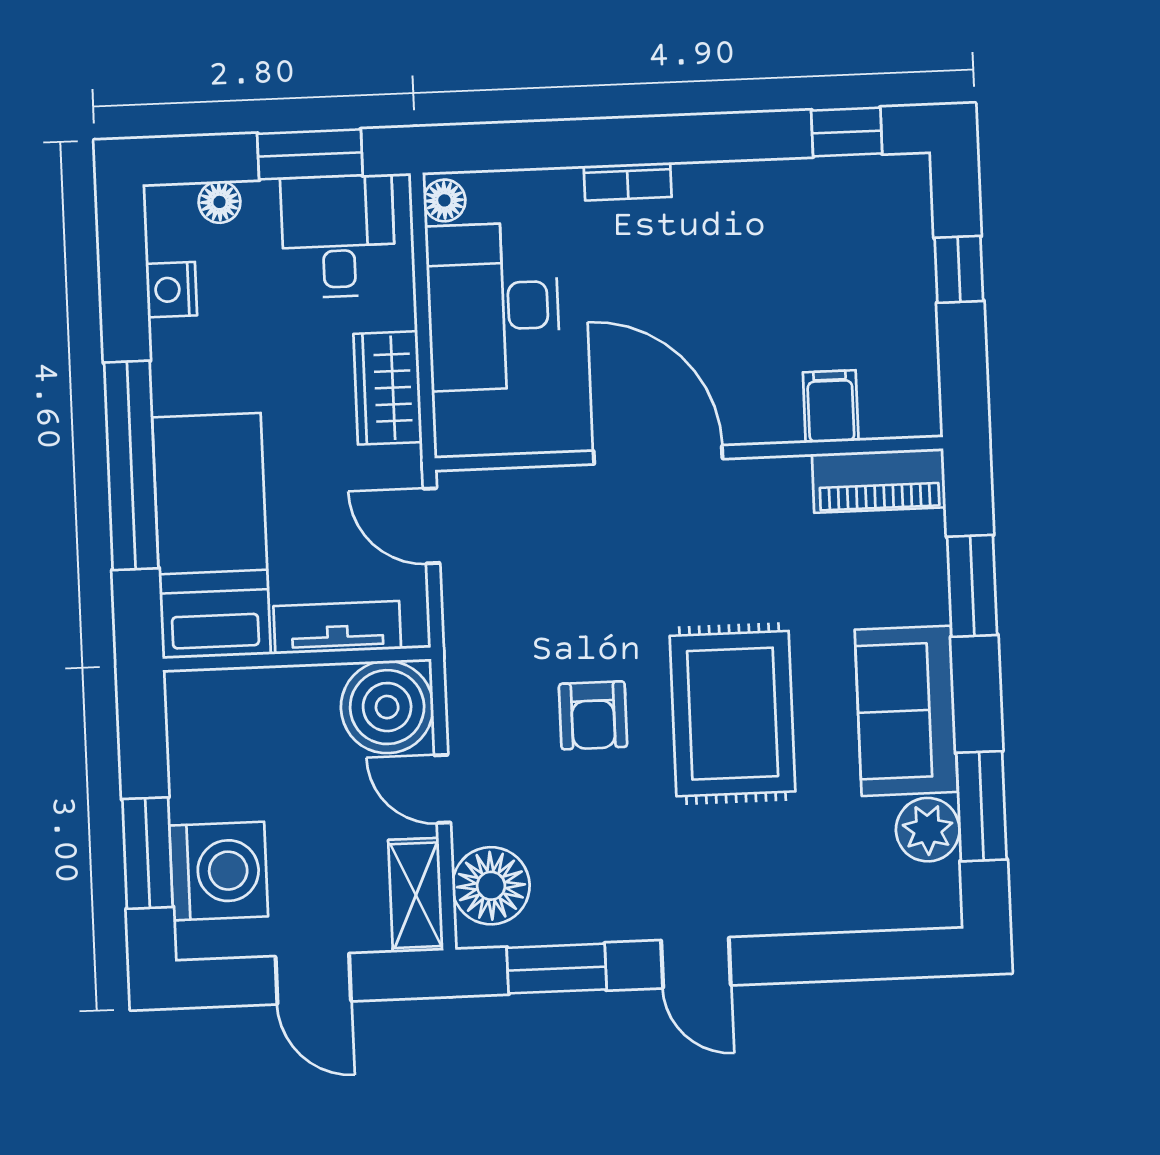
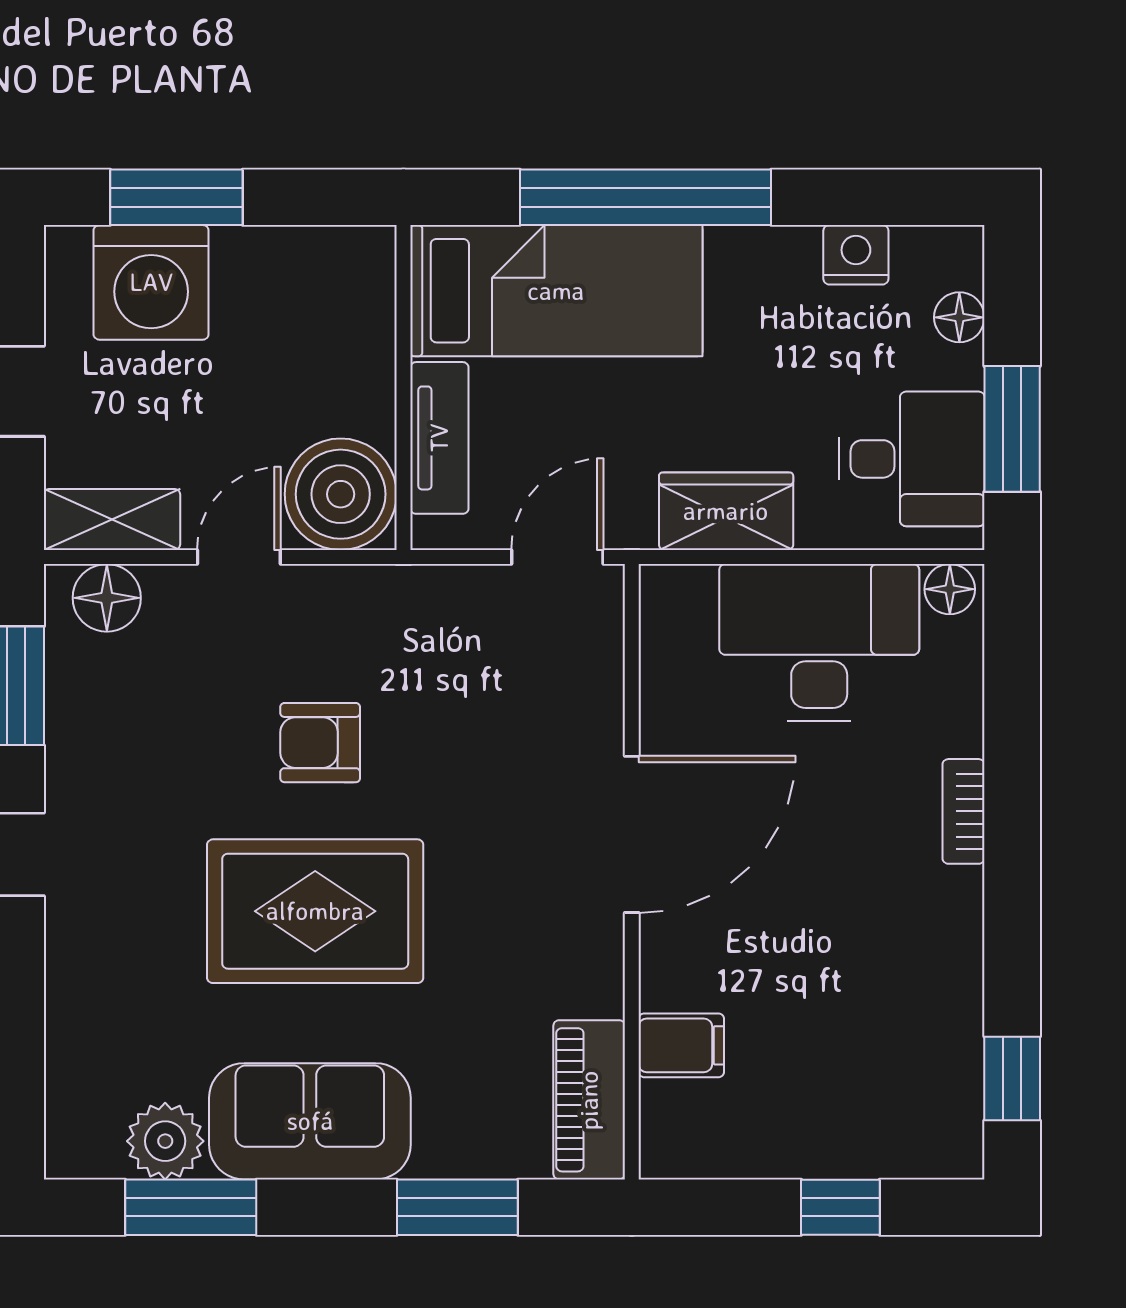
floor lamp: (491, 886) -> (107, 598), width x0.73, depth x0.73

